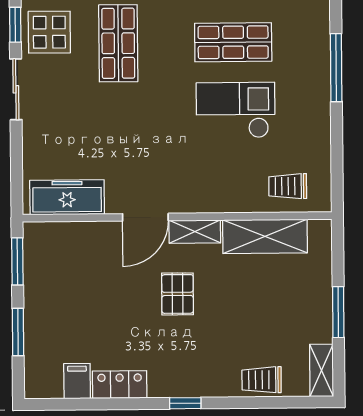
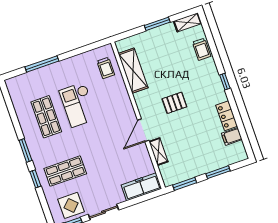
freezer: (67, 197) -> (141, 187), moved, turned 90
door: (145, 217) -> (143, 130), swing flipped
shelving: (195, 232) -> (158, 152), moved

